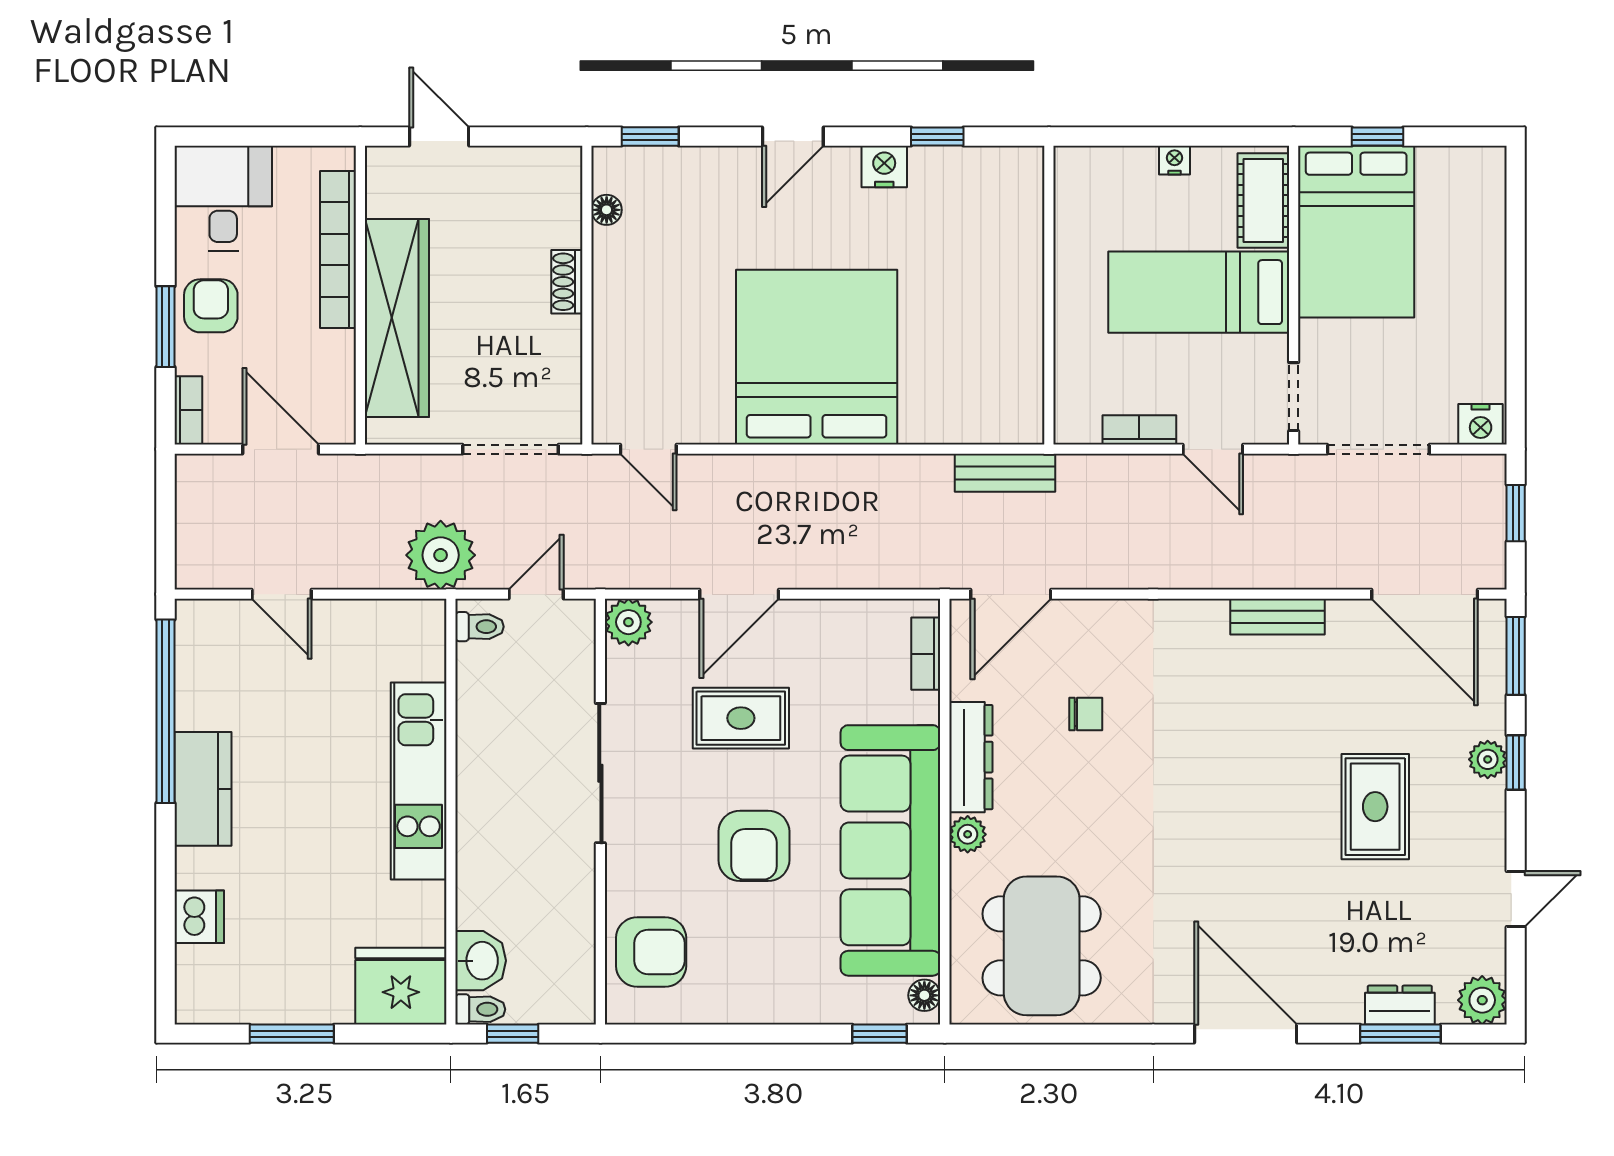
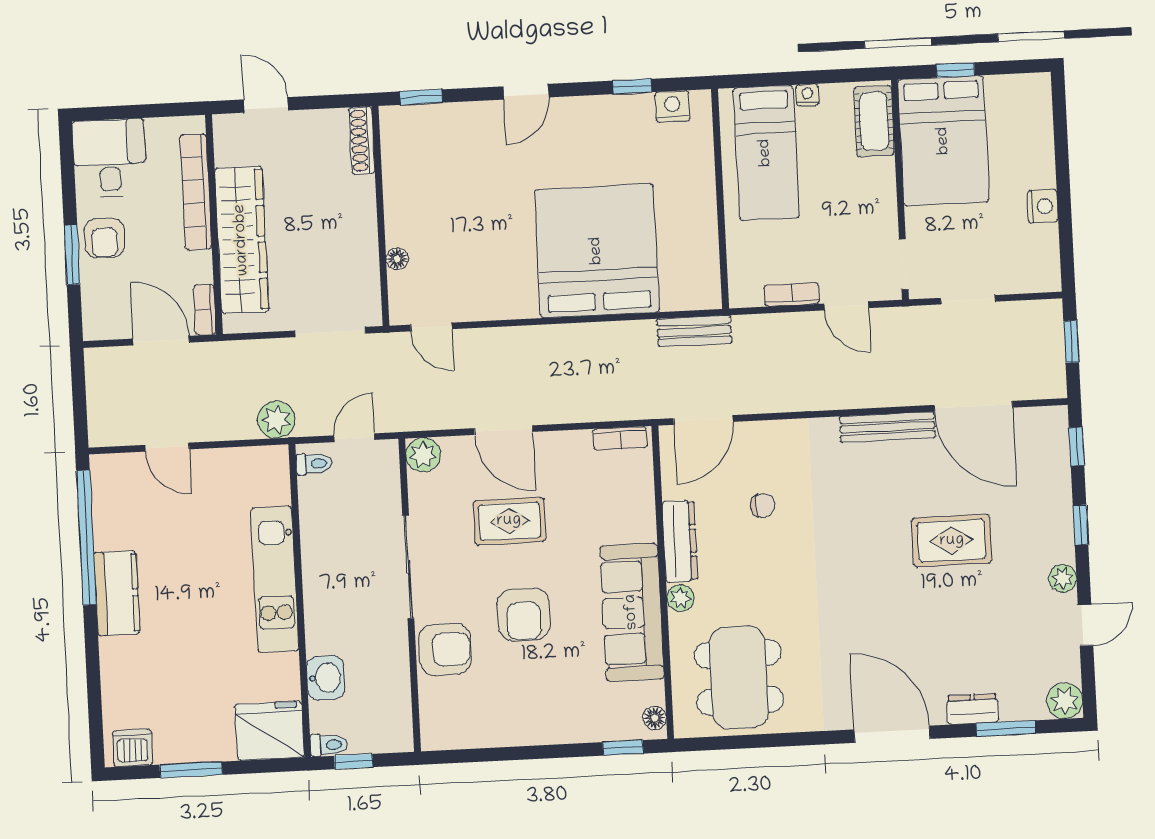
nightstand: (884, 166) -> (672, 106), moved
floor lamp: (607, 210) -> (397, 259), moved
shoe rack: (567, 282) -> (362, 140), moved, width x1.43
bed: (1199, 292) -> (766, 153), moved, turned -90
armchair: (211, 306) -> (104, 238), turned 180
bed: (817, 357) -> (597, 251), moved
bookcase: (188, 410) -> (205, 310), moved, turned 180
nightstand: (1481, 424) -> (1043, 206), moved, turned -90
doorway: (1378, 449) -> (968, 300), width x0.73
plant: (441, 555) -> (276, 420), width x0.73, depth x0.73
door: (739, 594) -> (503, 430), hinge flipped
door: (1425, 594) -> (973, 406), moved
bench: (1278, 617) -> (888, 427), width x1.36
bookcase: (926, 654) -> (620, 438), moved, turned -90
window: (1516, 656) -> (1076, 447), width x0.67
plant: (1488, 759) -> (1063, 578), moved
rug: (1375, 807) -> (952, 541), moved, turned 90
sofa: (890, 850) -> (632, 612), width x0.74, depth x0.79
dishwasher: (199, 917) -> (133, 748), moved, turned -90
armchair: (651, 952) -> (445, 649), moved
washbasin: (481, 961) -> (326, 678), moved
dresser: (1400, 1005) -> (973, 709), moved

